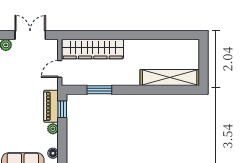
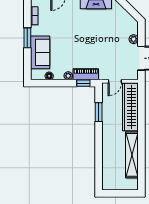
door: (60, 69) -> (115, 81), swing flipped
shelving: (170, 78) -> (132, 155), moved

